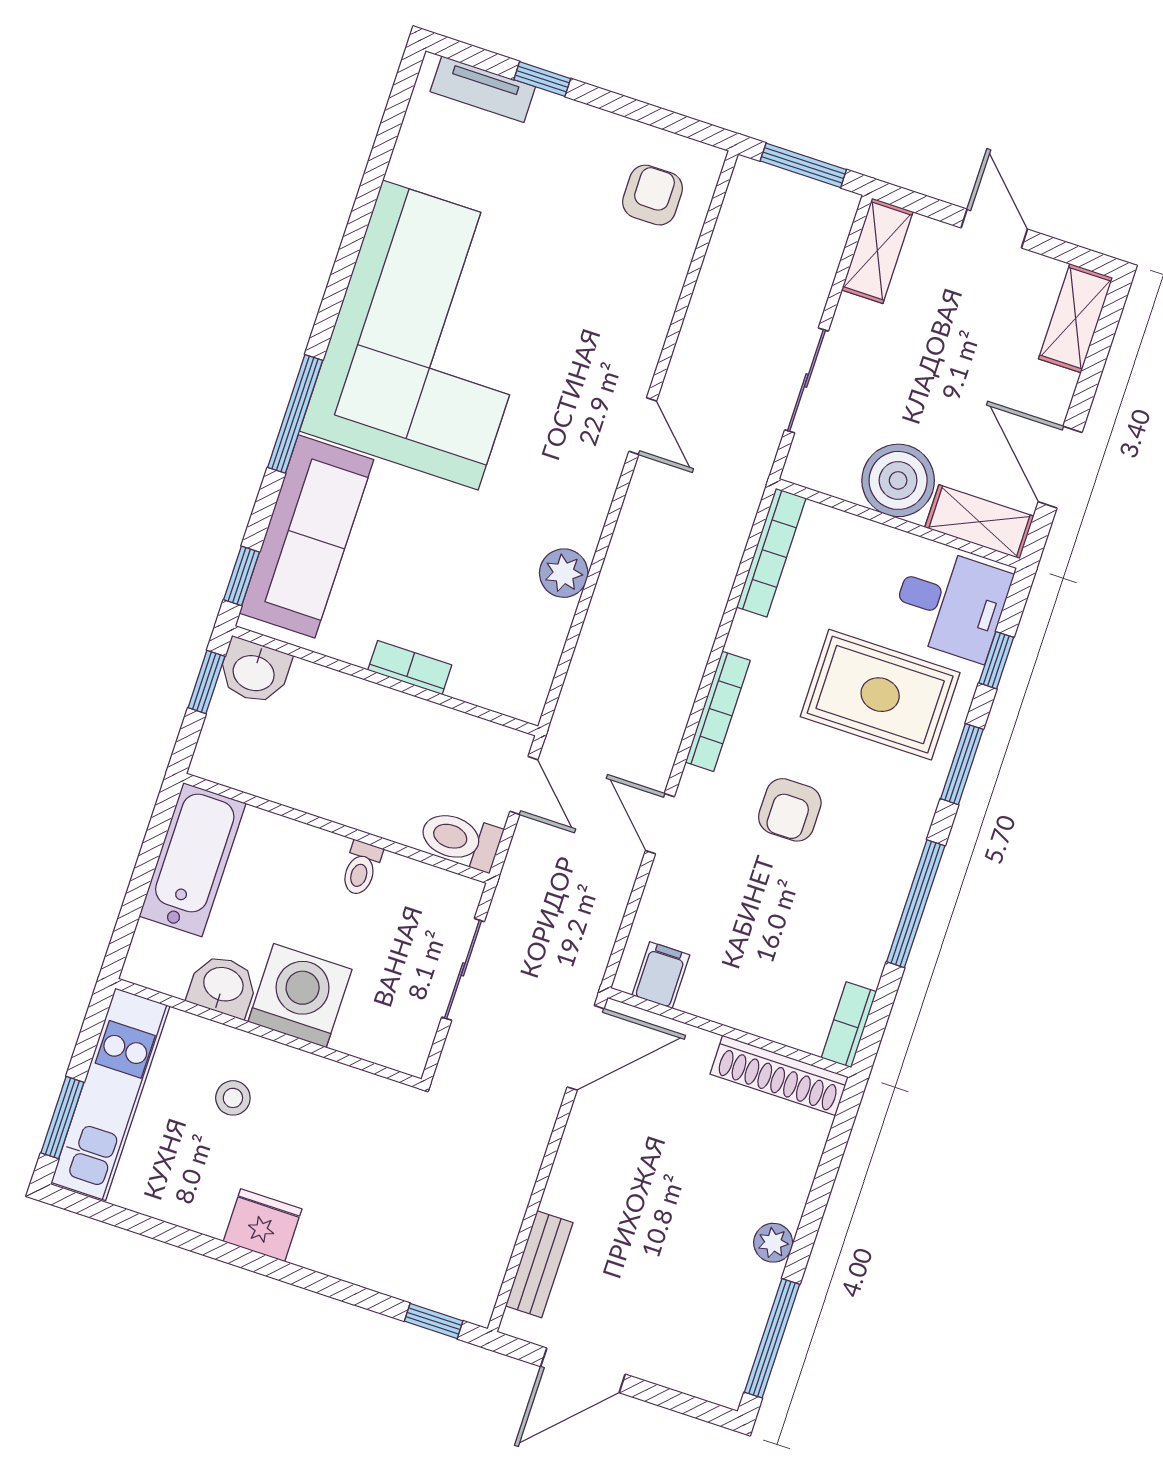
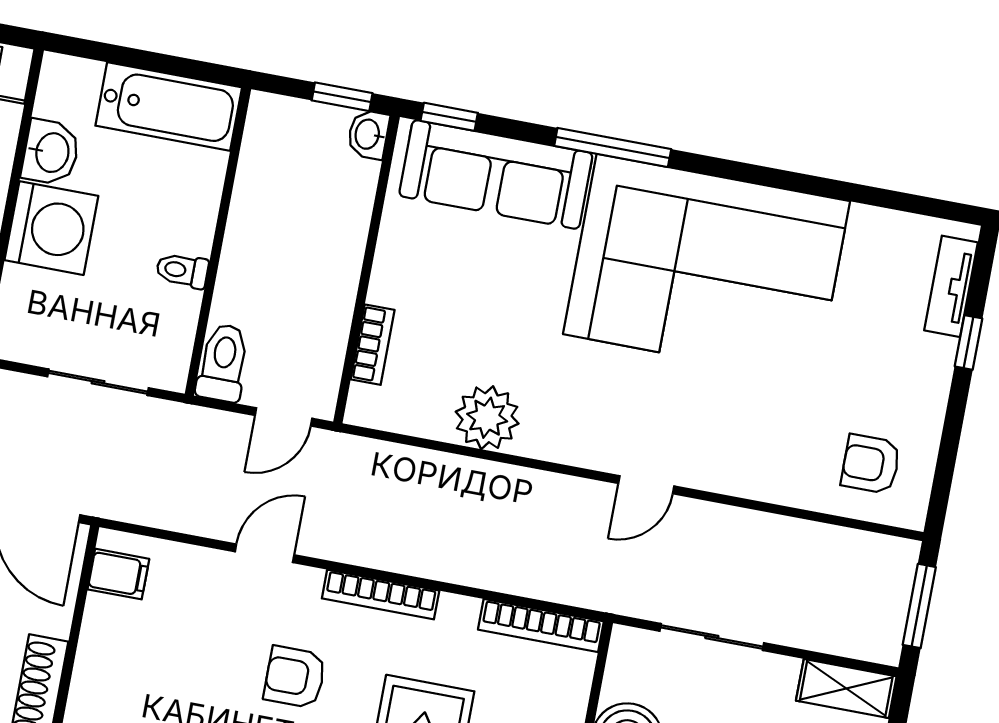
armchair: (652, 195) -> (871, 464), turned 180
plant: (564, 573) -> (487, 418), width x1.36, depth x1.36
bookcase: (410, 668) -> (373, 345), moved
washbasin: (254, 672) -> (368, 134), width x0.72, depth x0.69

